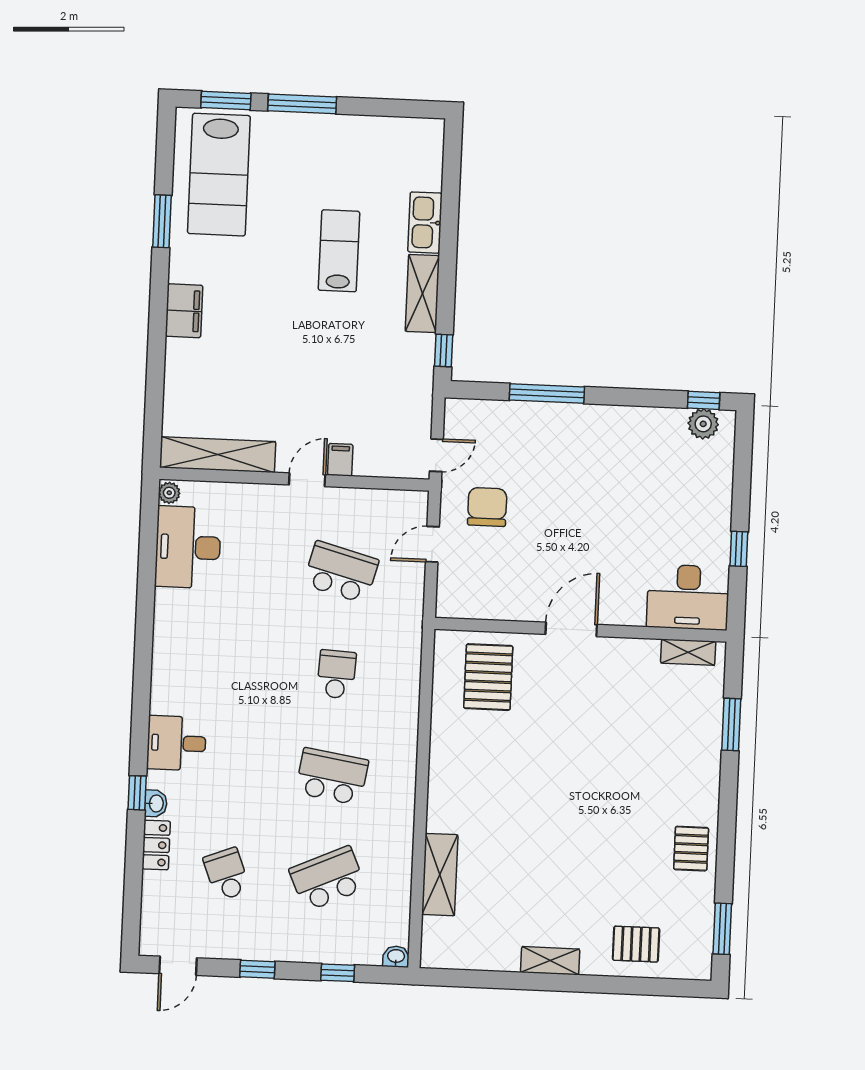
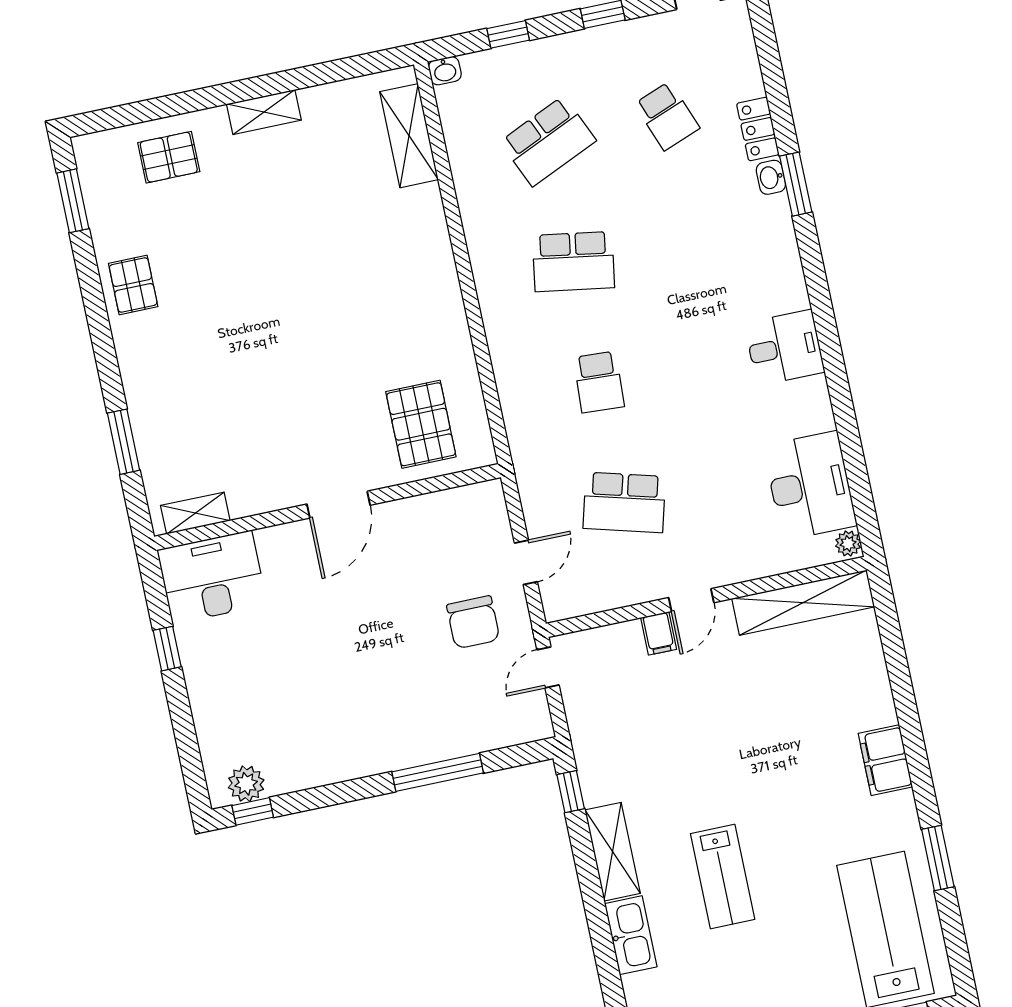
desk: (176, 743) -> (785, 348), moved
window: (137, 793) -> (796, 184), width x1.50
shelving: (440, 875) -> (409, 136), moved

